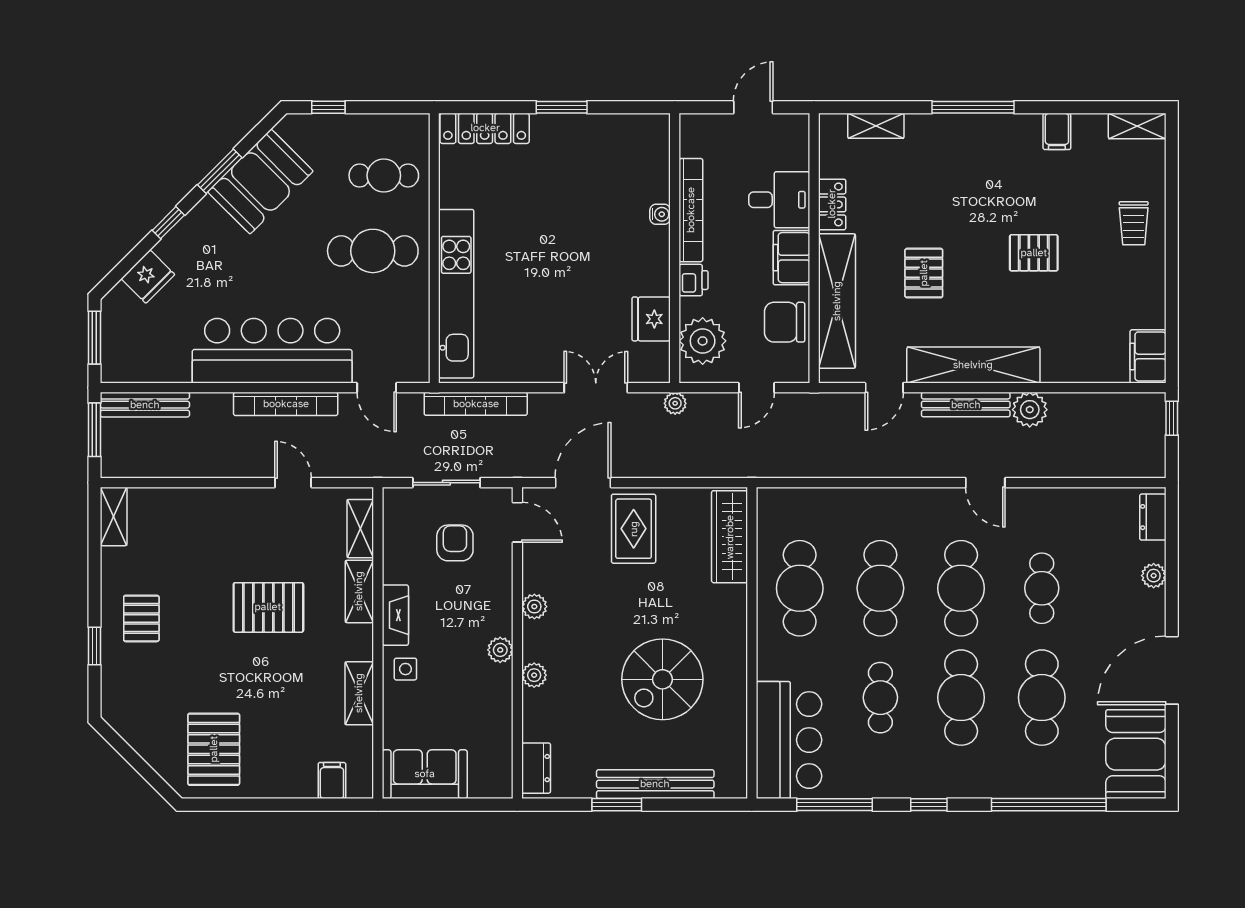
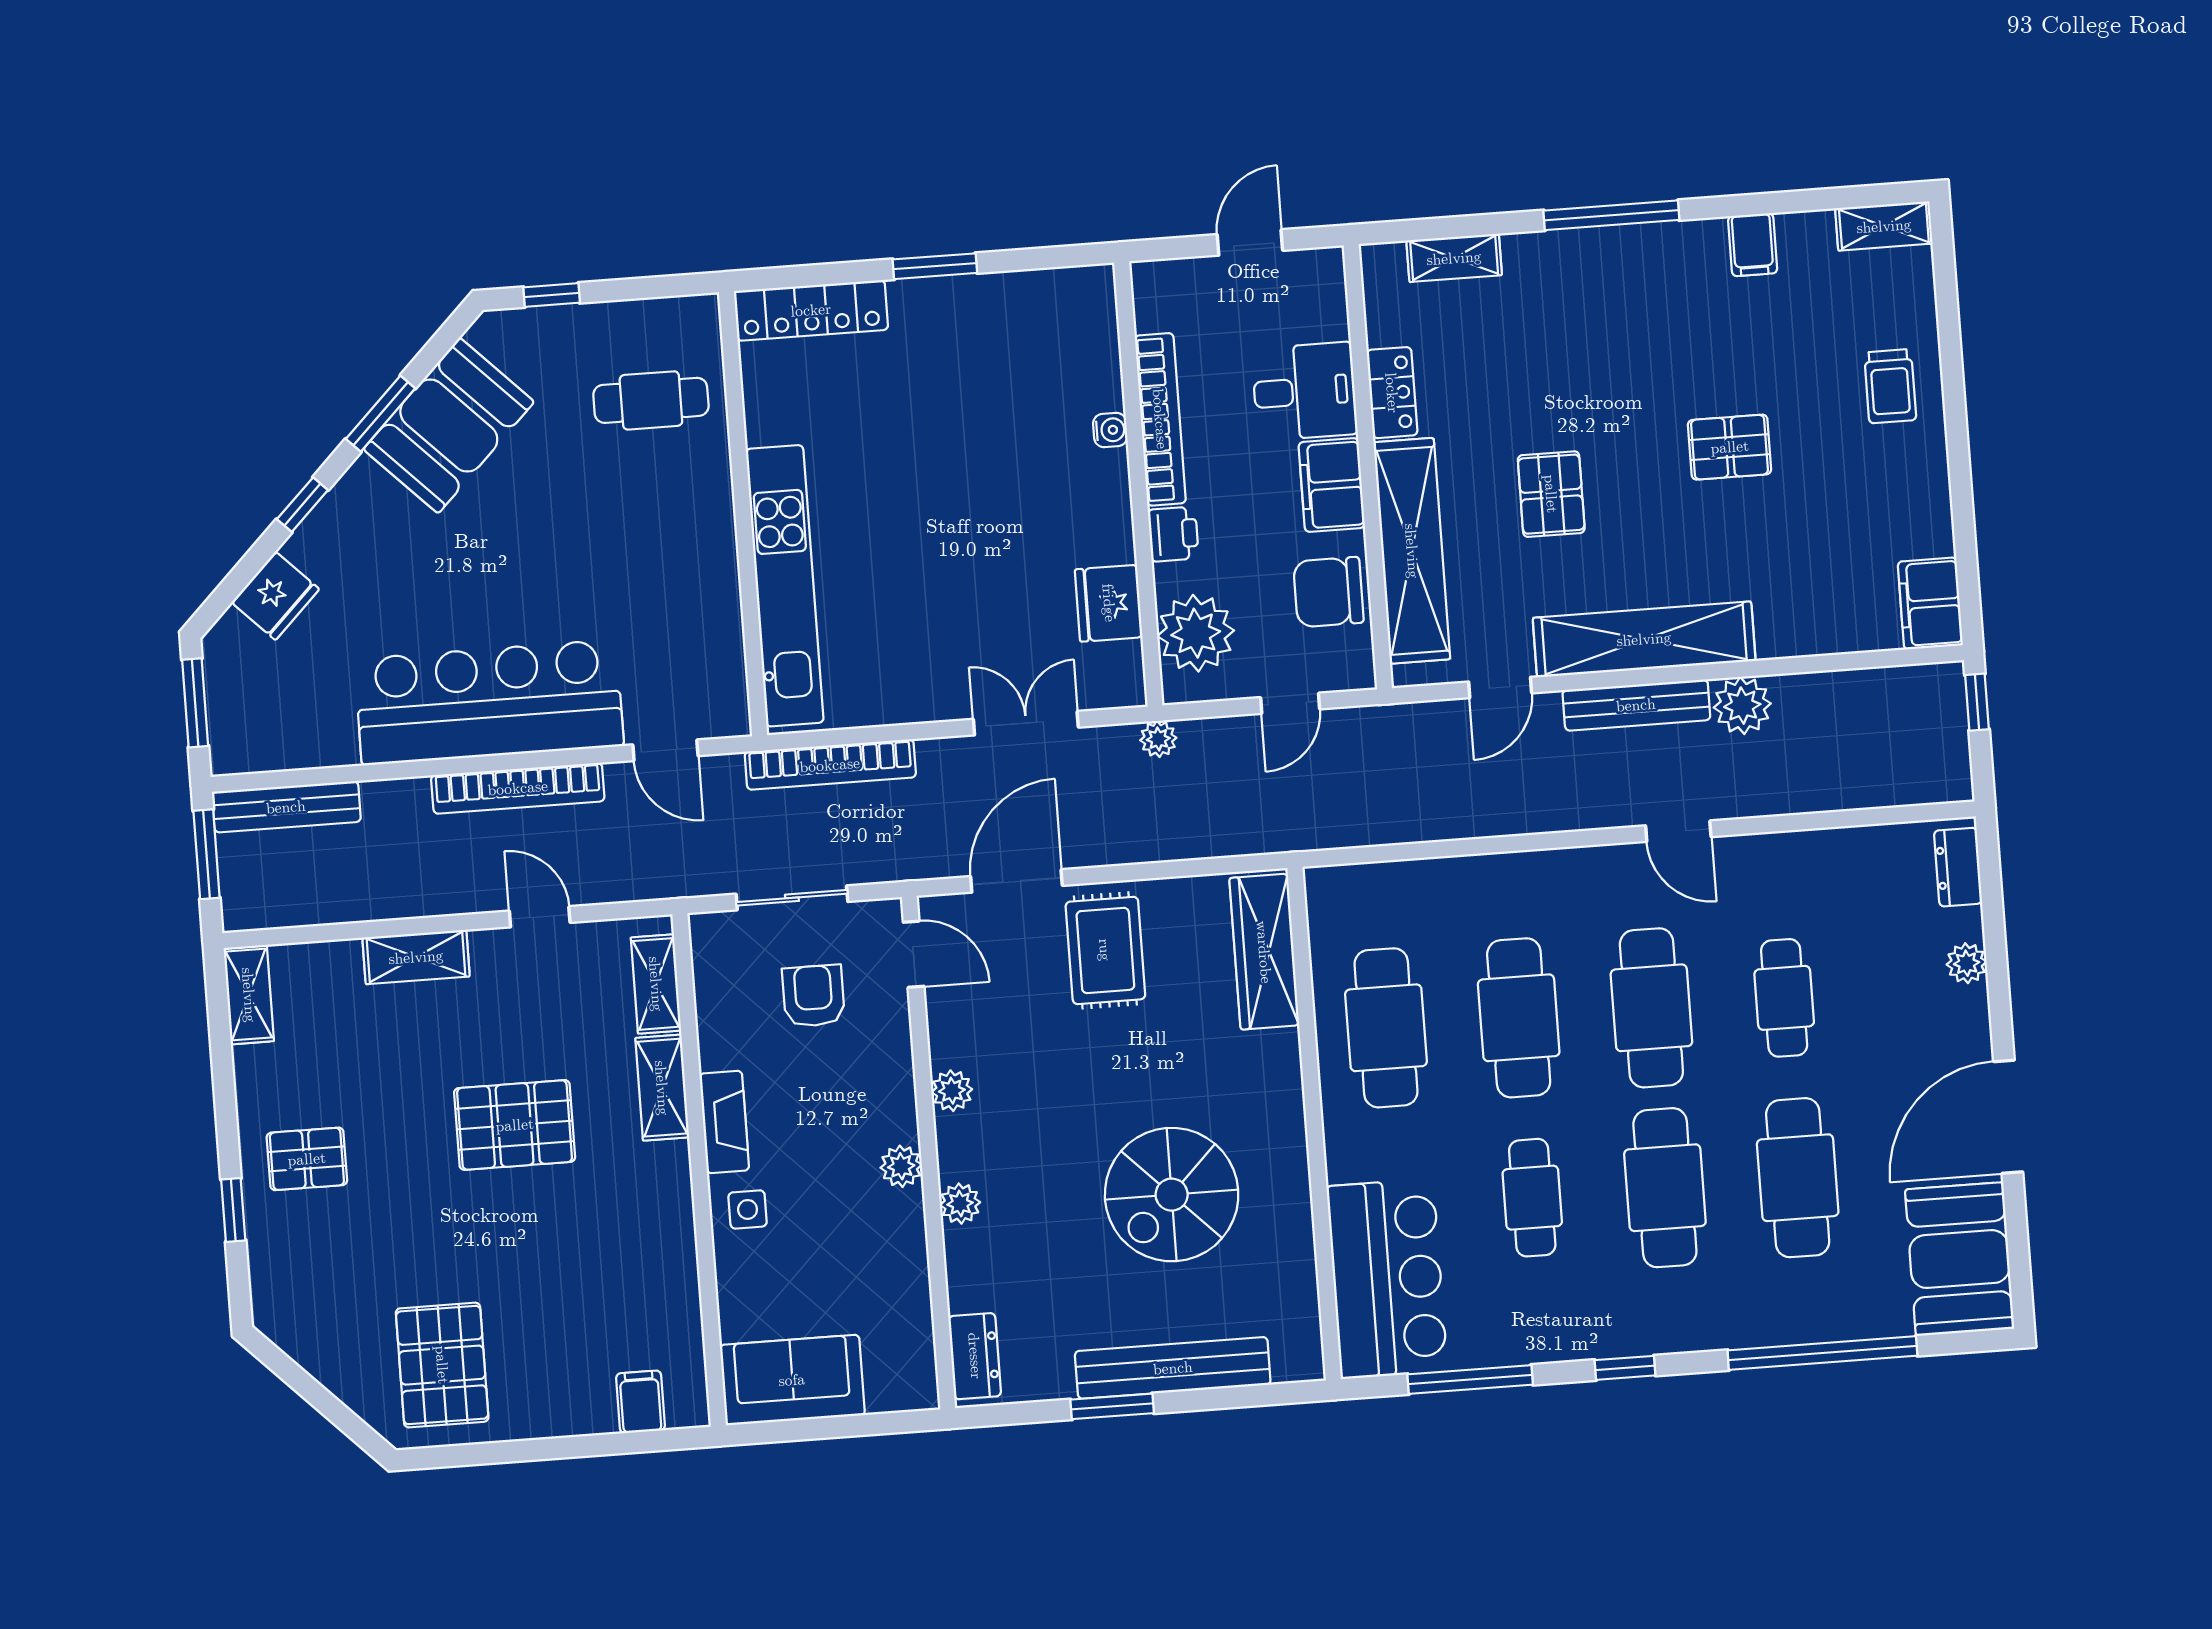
cafe table: (373, 251) -> (642, 526), removed
pallet: (141, 618) -> (307, 1159), turned 90
shelving: (359, 693) -> (416, 957), moved, turned 90

